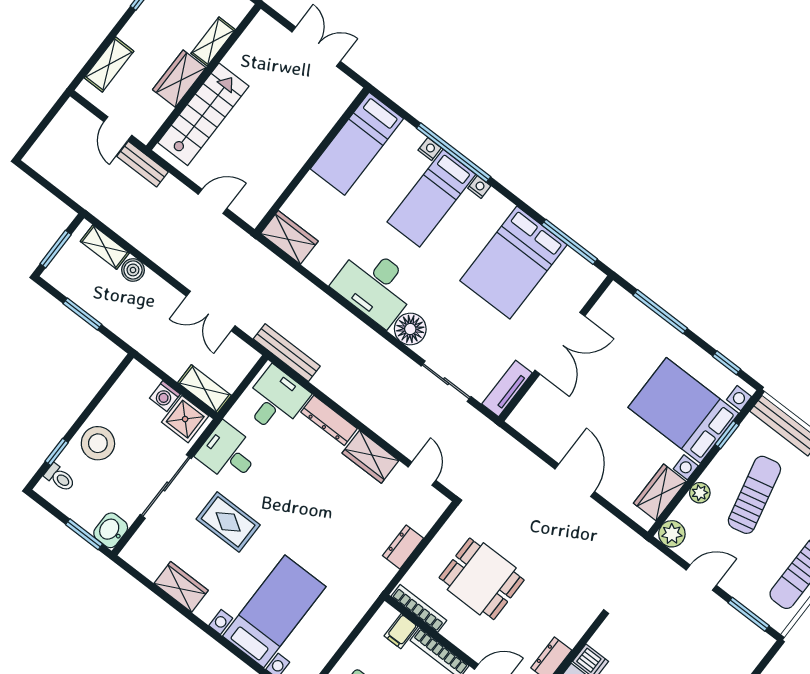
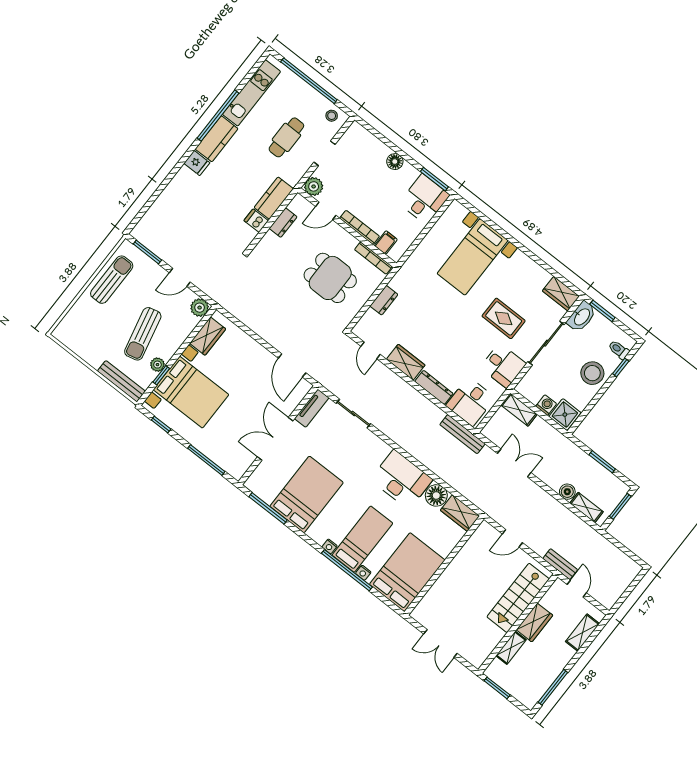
bed: (357, 144) -> (407, 572), width x1.50
floor lamp: (410, 329) -> (436, 495), moved
shower: (185, 419) -> (565, 415), moved
door: (575, 480) -> (292, 365), moved
plant: (700, 493) -> (157, 365), moved
washbasin: (111, 530) -> (582, 317), width x1.38
wardrobe: (181, 587) -> (561, 294), moved

